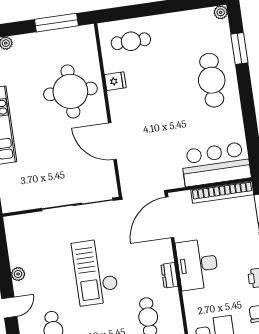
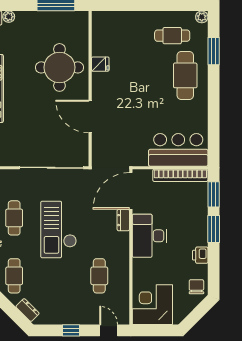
cafe table: (131, 41) -> (172, 36), moved
cafe table: (44, 266) -> (14, 218), added
dresser: (169, 275) -> (123, 220), moved

